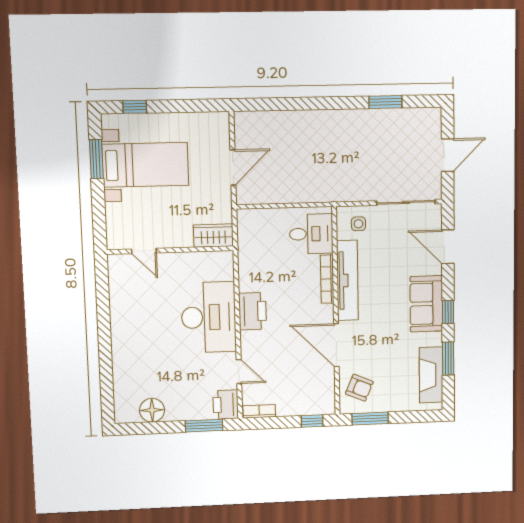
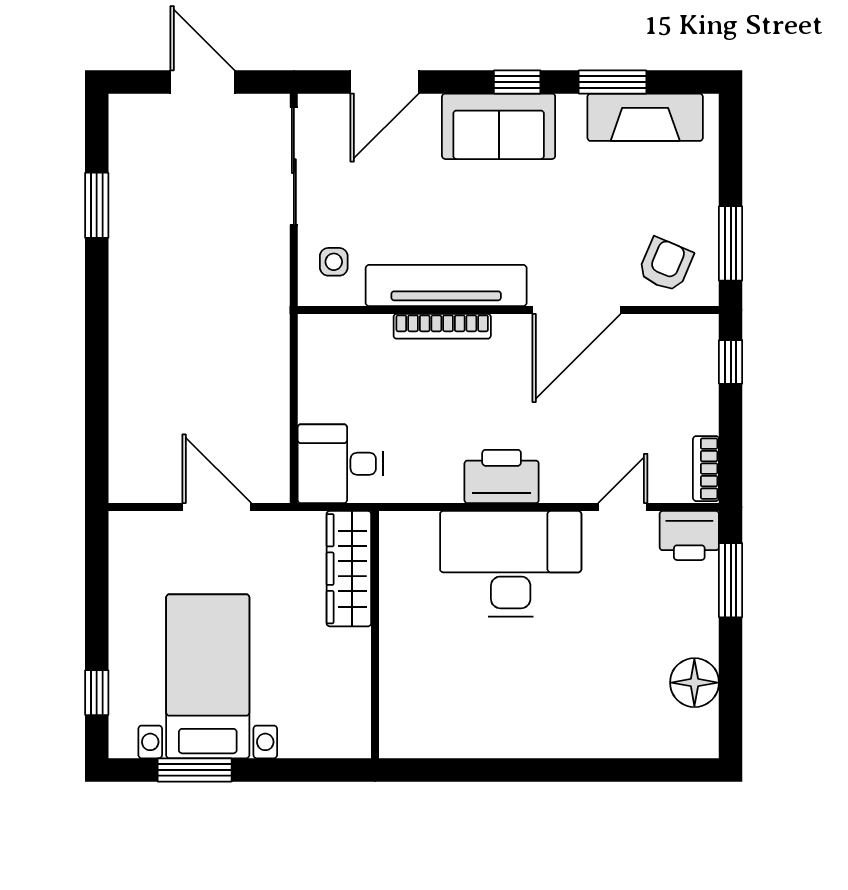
desk: (311, 234) -> (340, 464), moved, turned -90
wardrobe: (213, 236) -> (349, 569), width x1.50
door: (144, 251) -> (375, 686), removed

